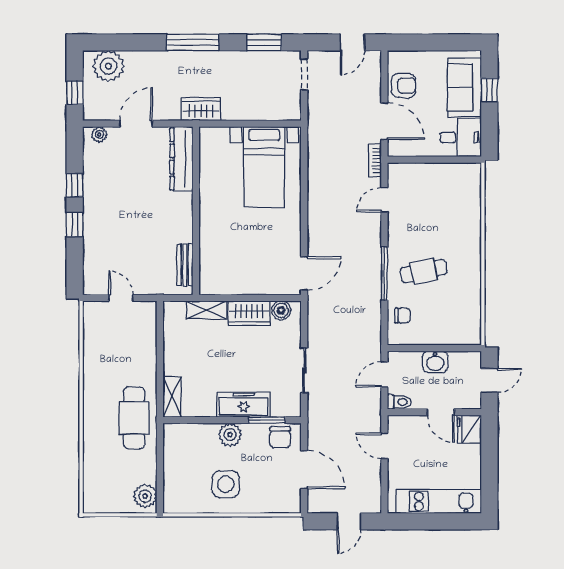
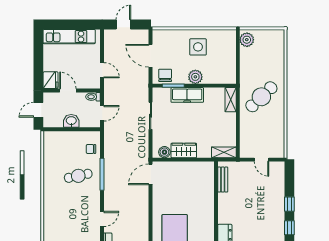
shelving: (206, 310) -> (224, 152), moved
cafe table: (134, 418) -> (261, 97), moved, turned 46

